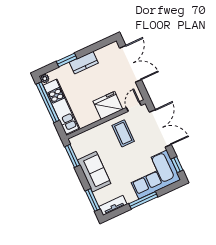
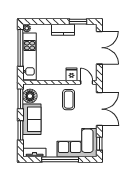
window: (67, 60) -> (78, 22), moved
fridge: (108, 105) -> (71, 74), width x0.53, depth x0.75
door: (134, 107) -> (87, 82), hinge flipped
floor lamp: (81, 148) -> (30, 96), added
window: (93, 200) -> (20, 130), moved
window: (143, 200) -> (60, 159), width x1.46

